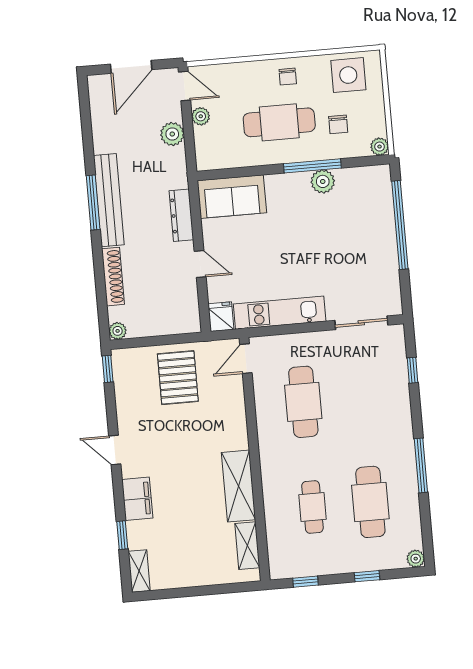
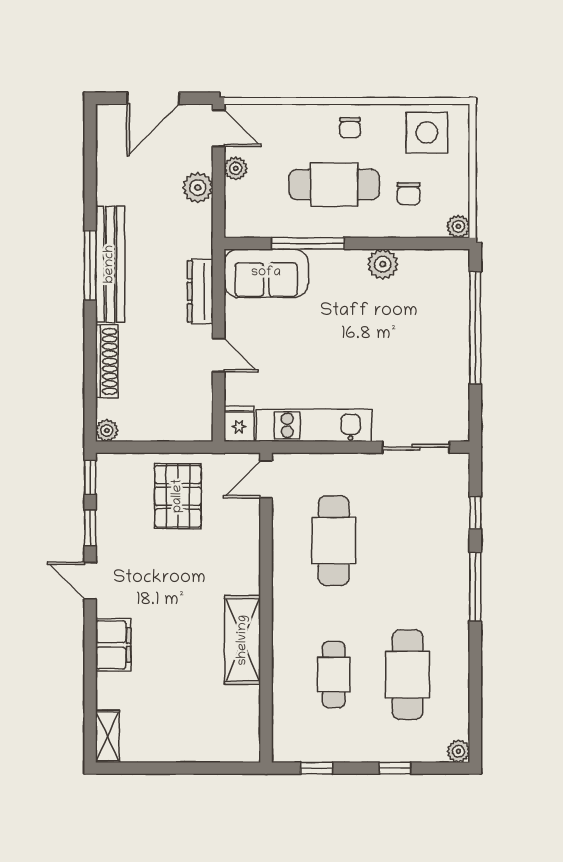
window: (312, 166) -> (308, 243), moved
window: (421, 465) -> (475, 587), moved
window: (122, 535) -> (90, 528), moved
shelving: (247, 546) -> (247, 716), removed

